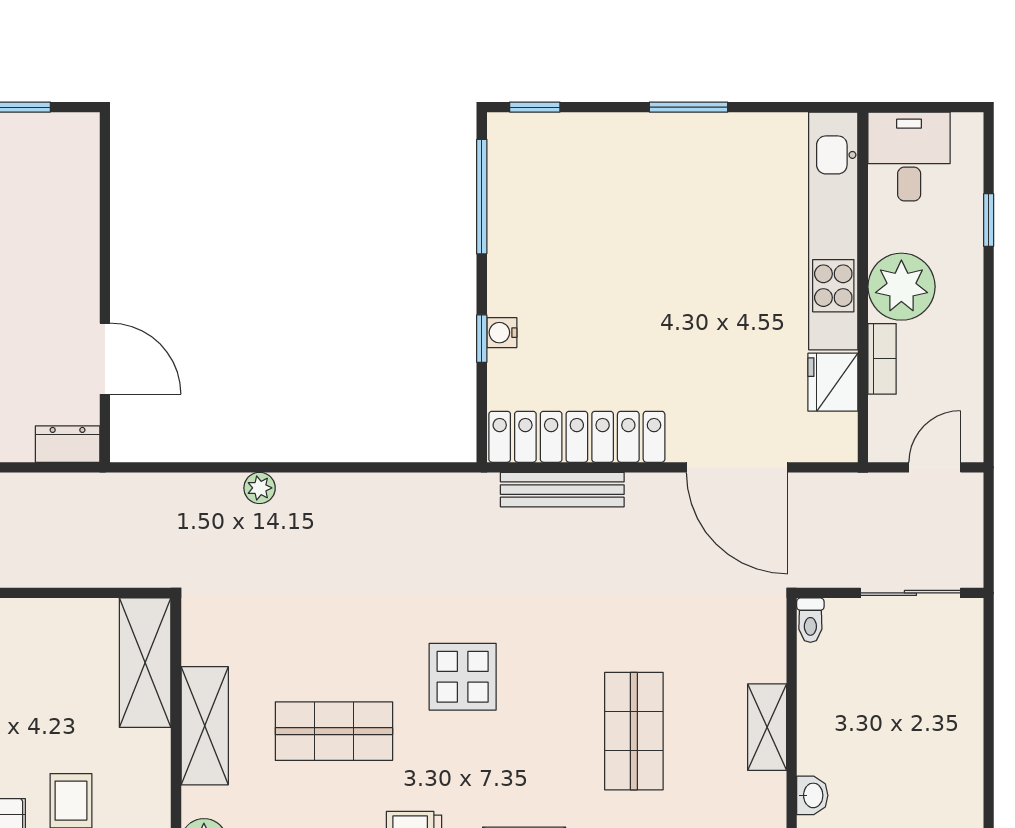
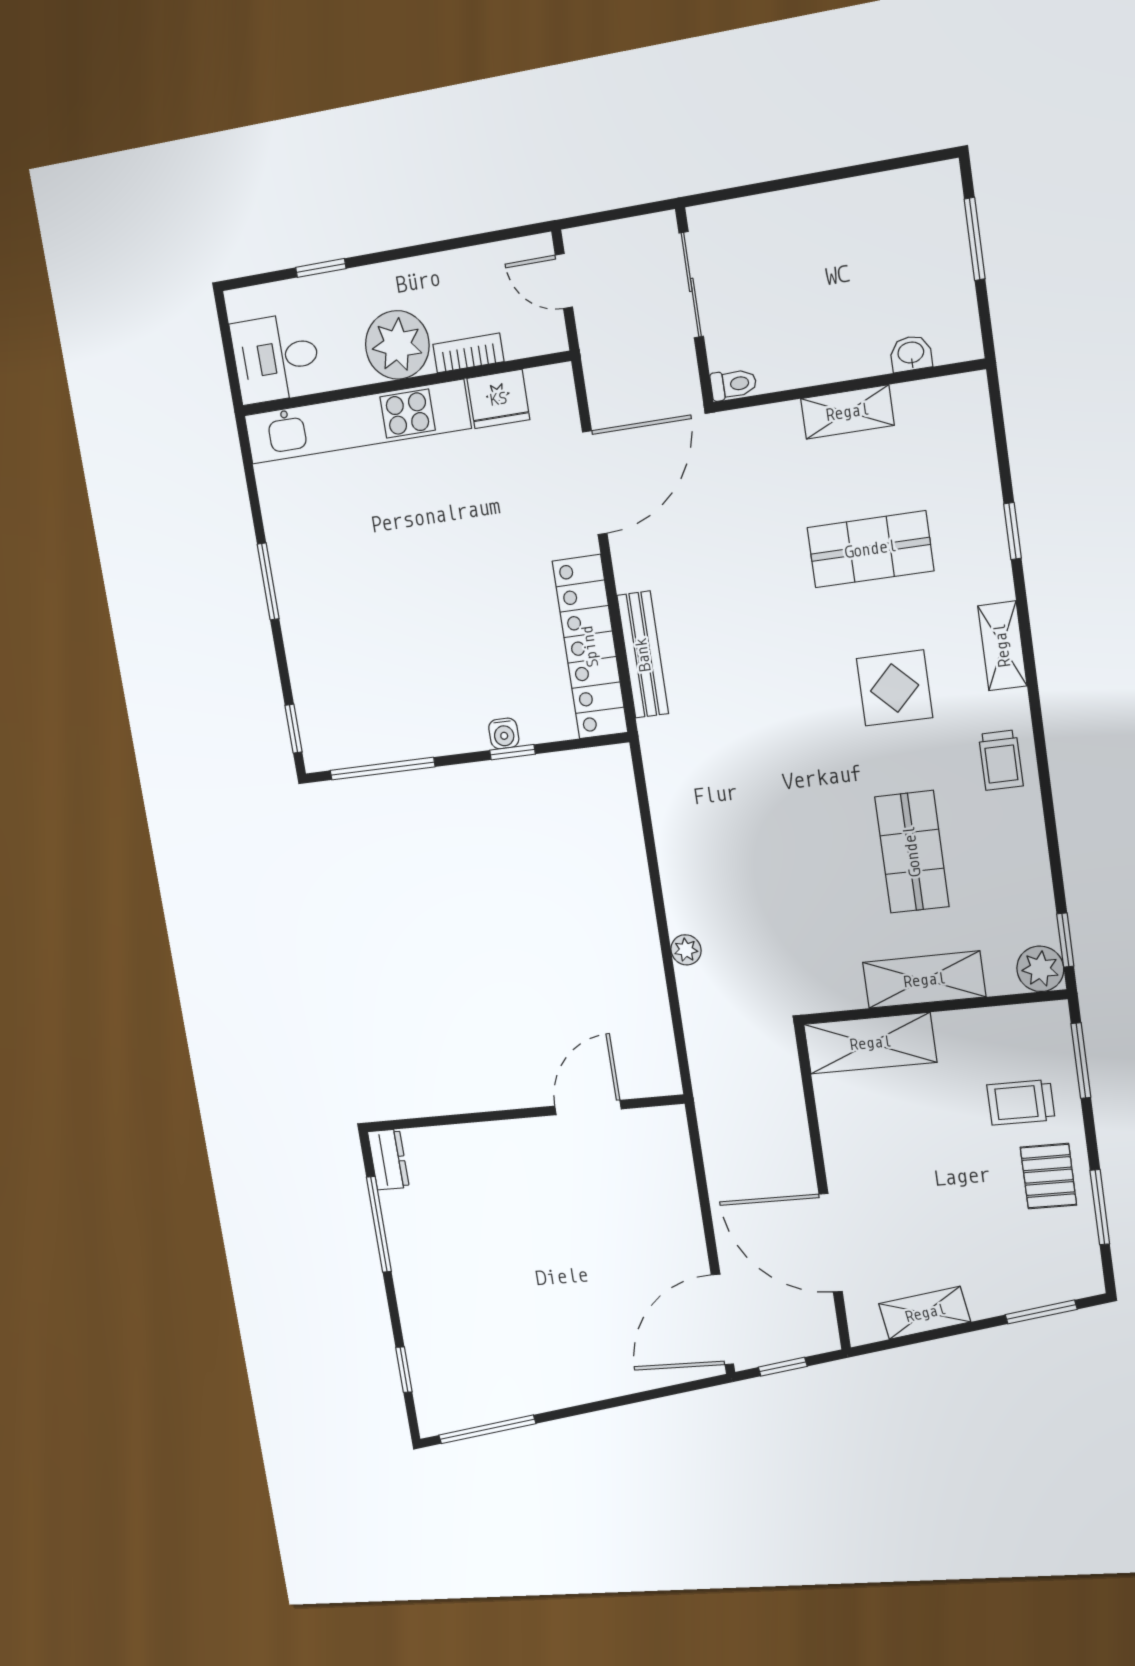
dresser: (68, 444) -> (388, 1160), moved, turned 180
display table: (463, 677) -> (895, 688), moved

